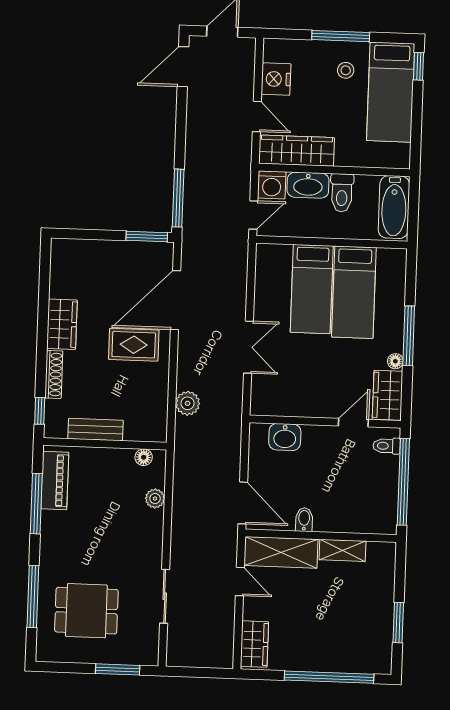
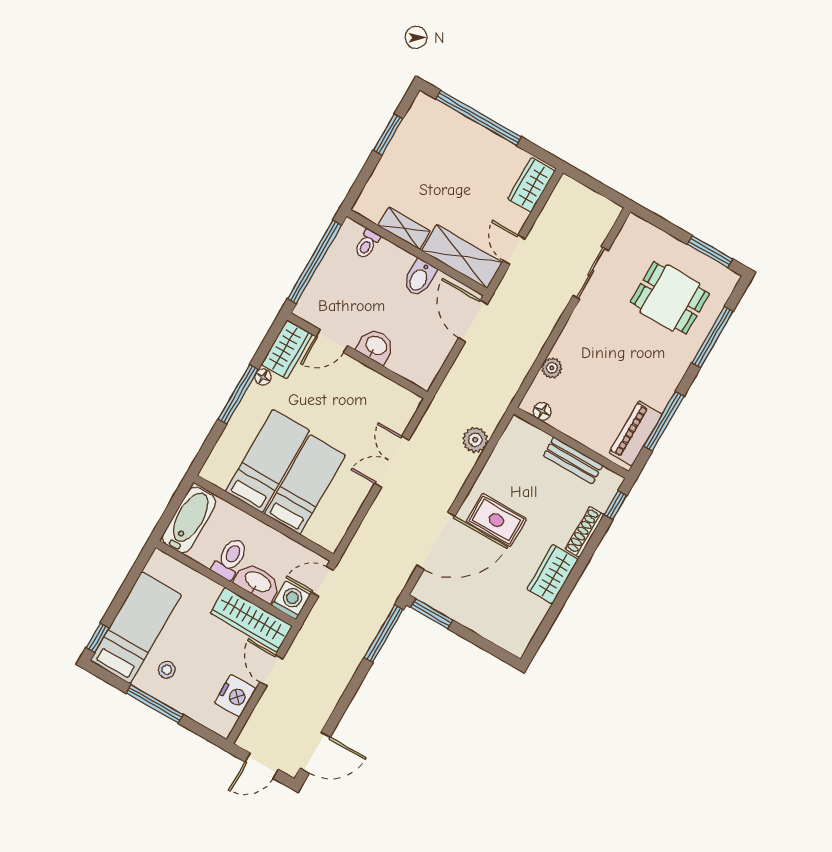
washbasin: (285, 437) -> (376, 346), moved
toilet: (387, 446) -> (367, 244), moved, turned 90
bidet: (304, 520) -> (419, 278), width x1.38, depth x1.36
window: (118, 669) -> (710, 252), moved

